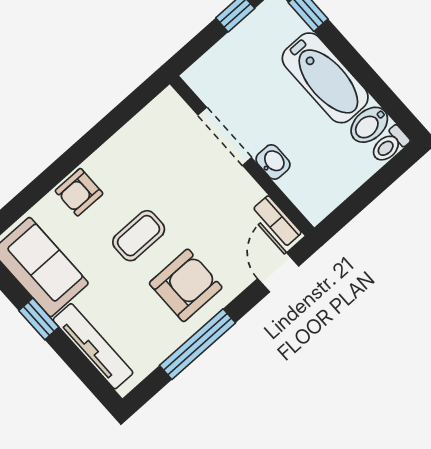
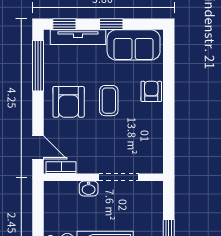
window: (198, 344) -> (38, 66), moved
window: (92, 378) -> (64, 24), added

